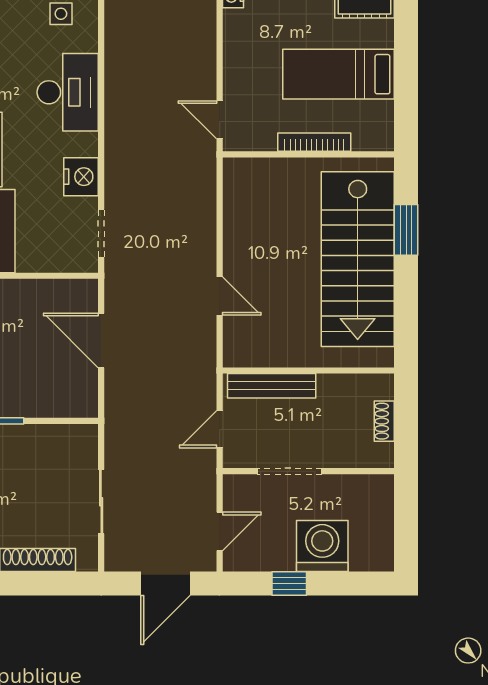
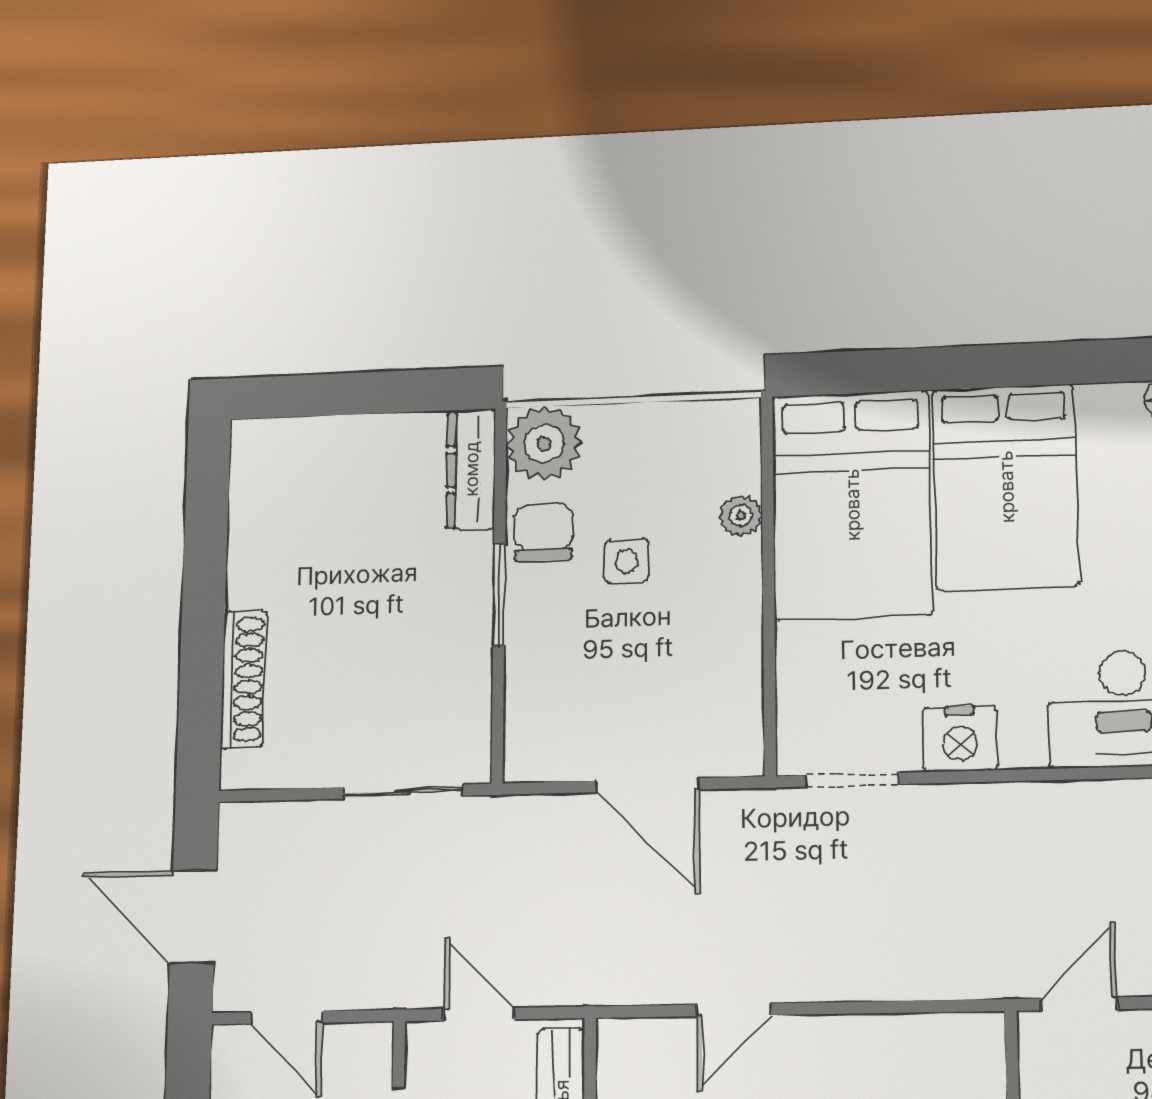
door: (101, 341) -> (648, 785), swing flipped
sliding door: (101, 502) -> (403, 792), moved

